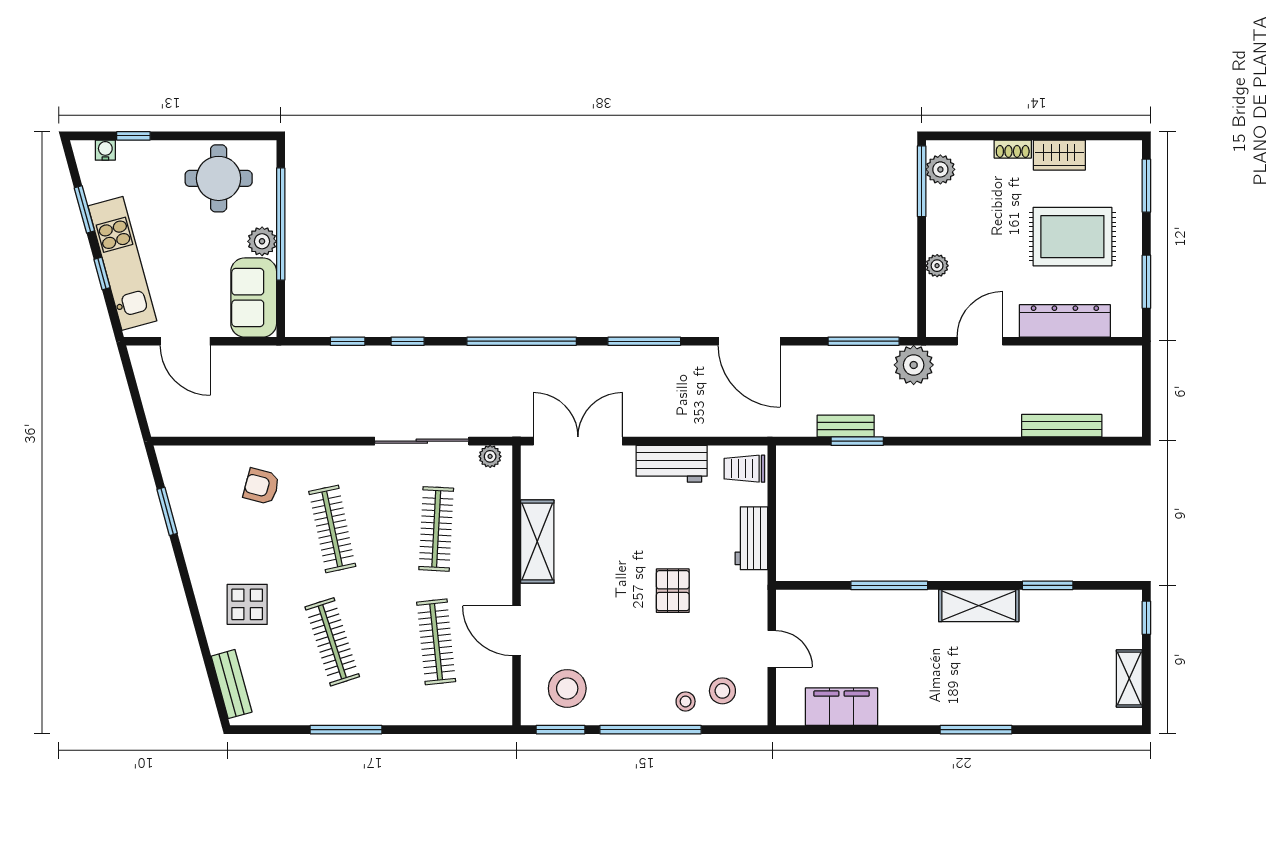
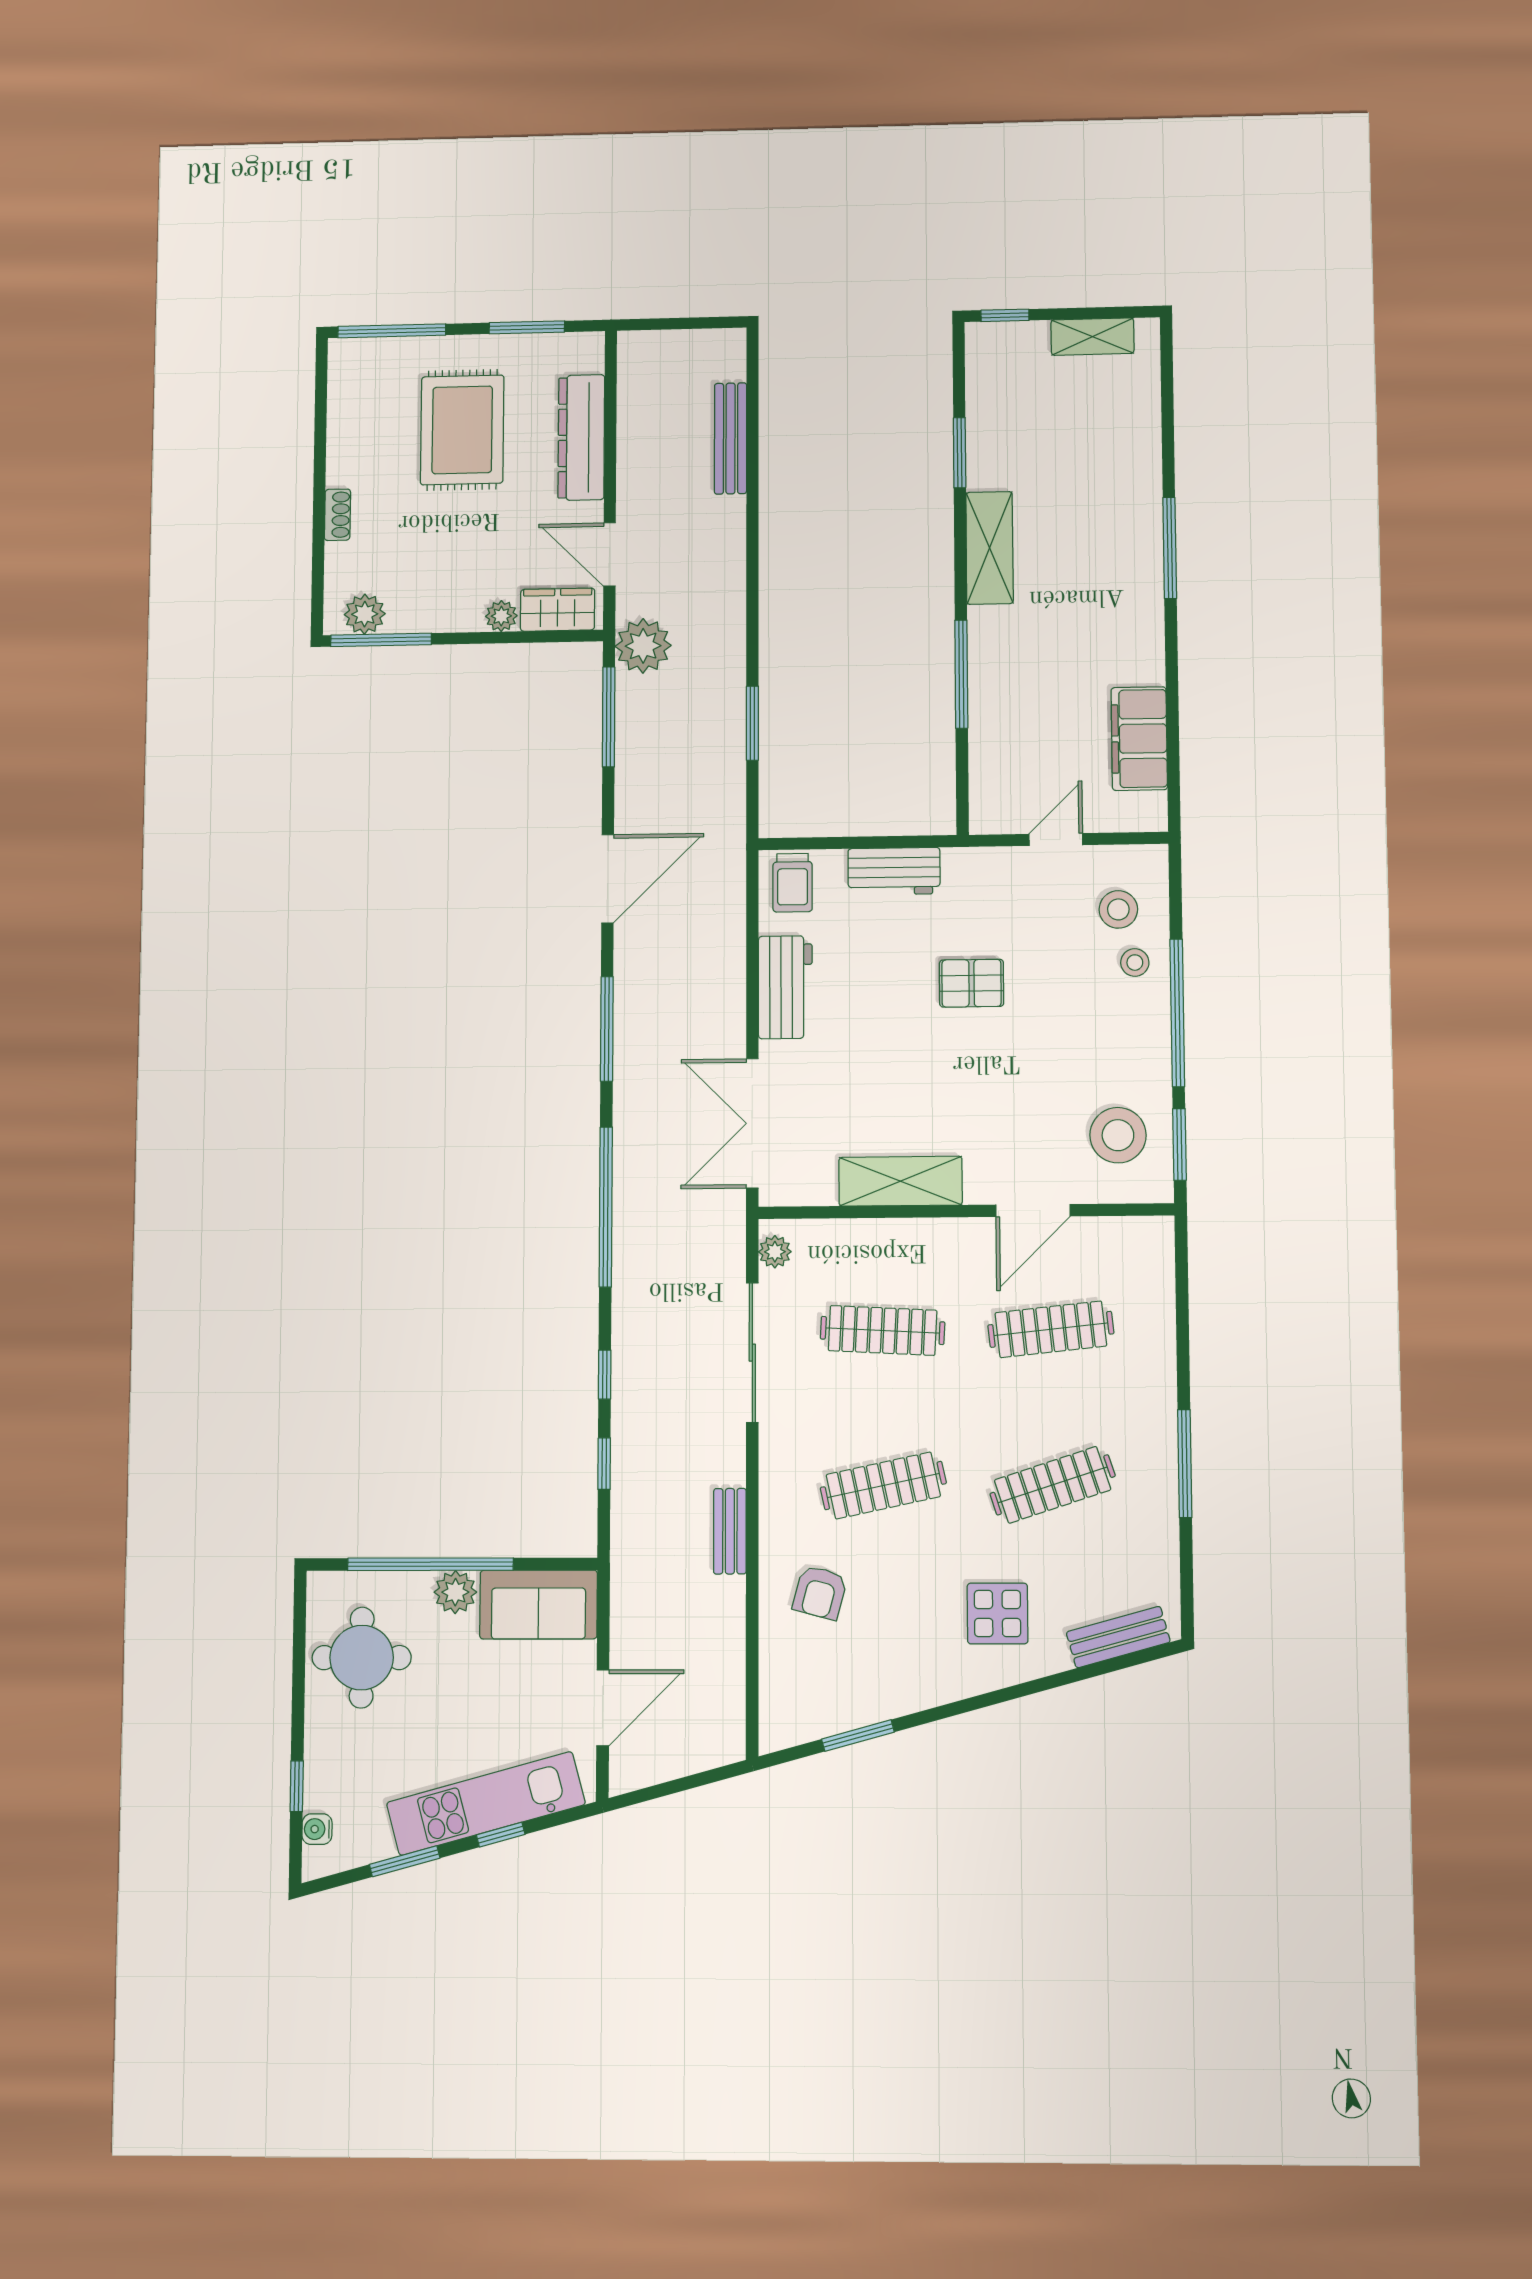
wardrobe: (1059, 155) -> (558, 610), moved, turned -90
window: (1146, 186) -> (392, 331), width x1.44
bench: (846, 426) -> (730, 1531), moved

